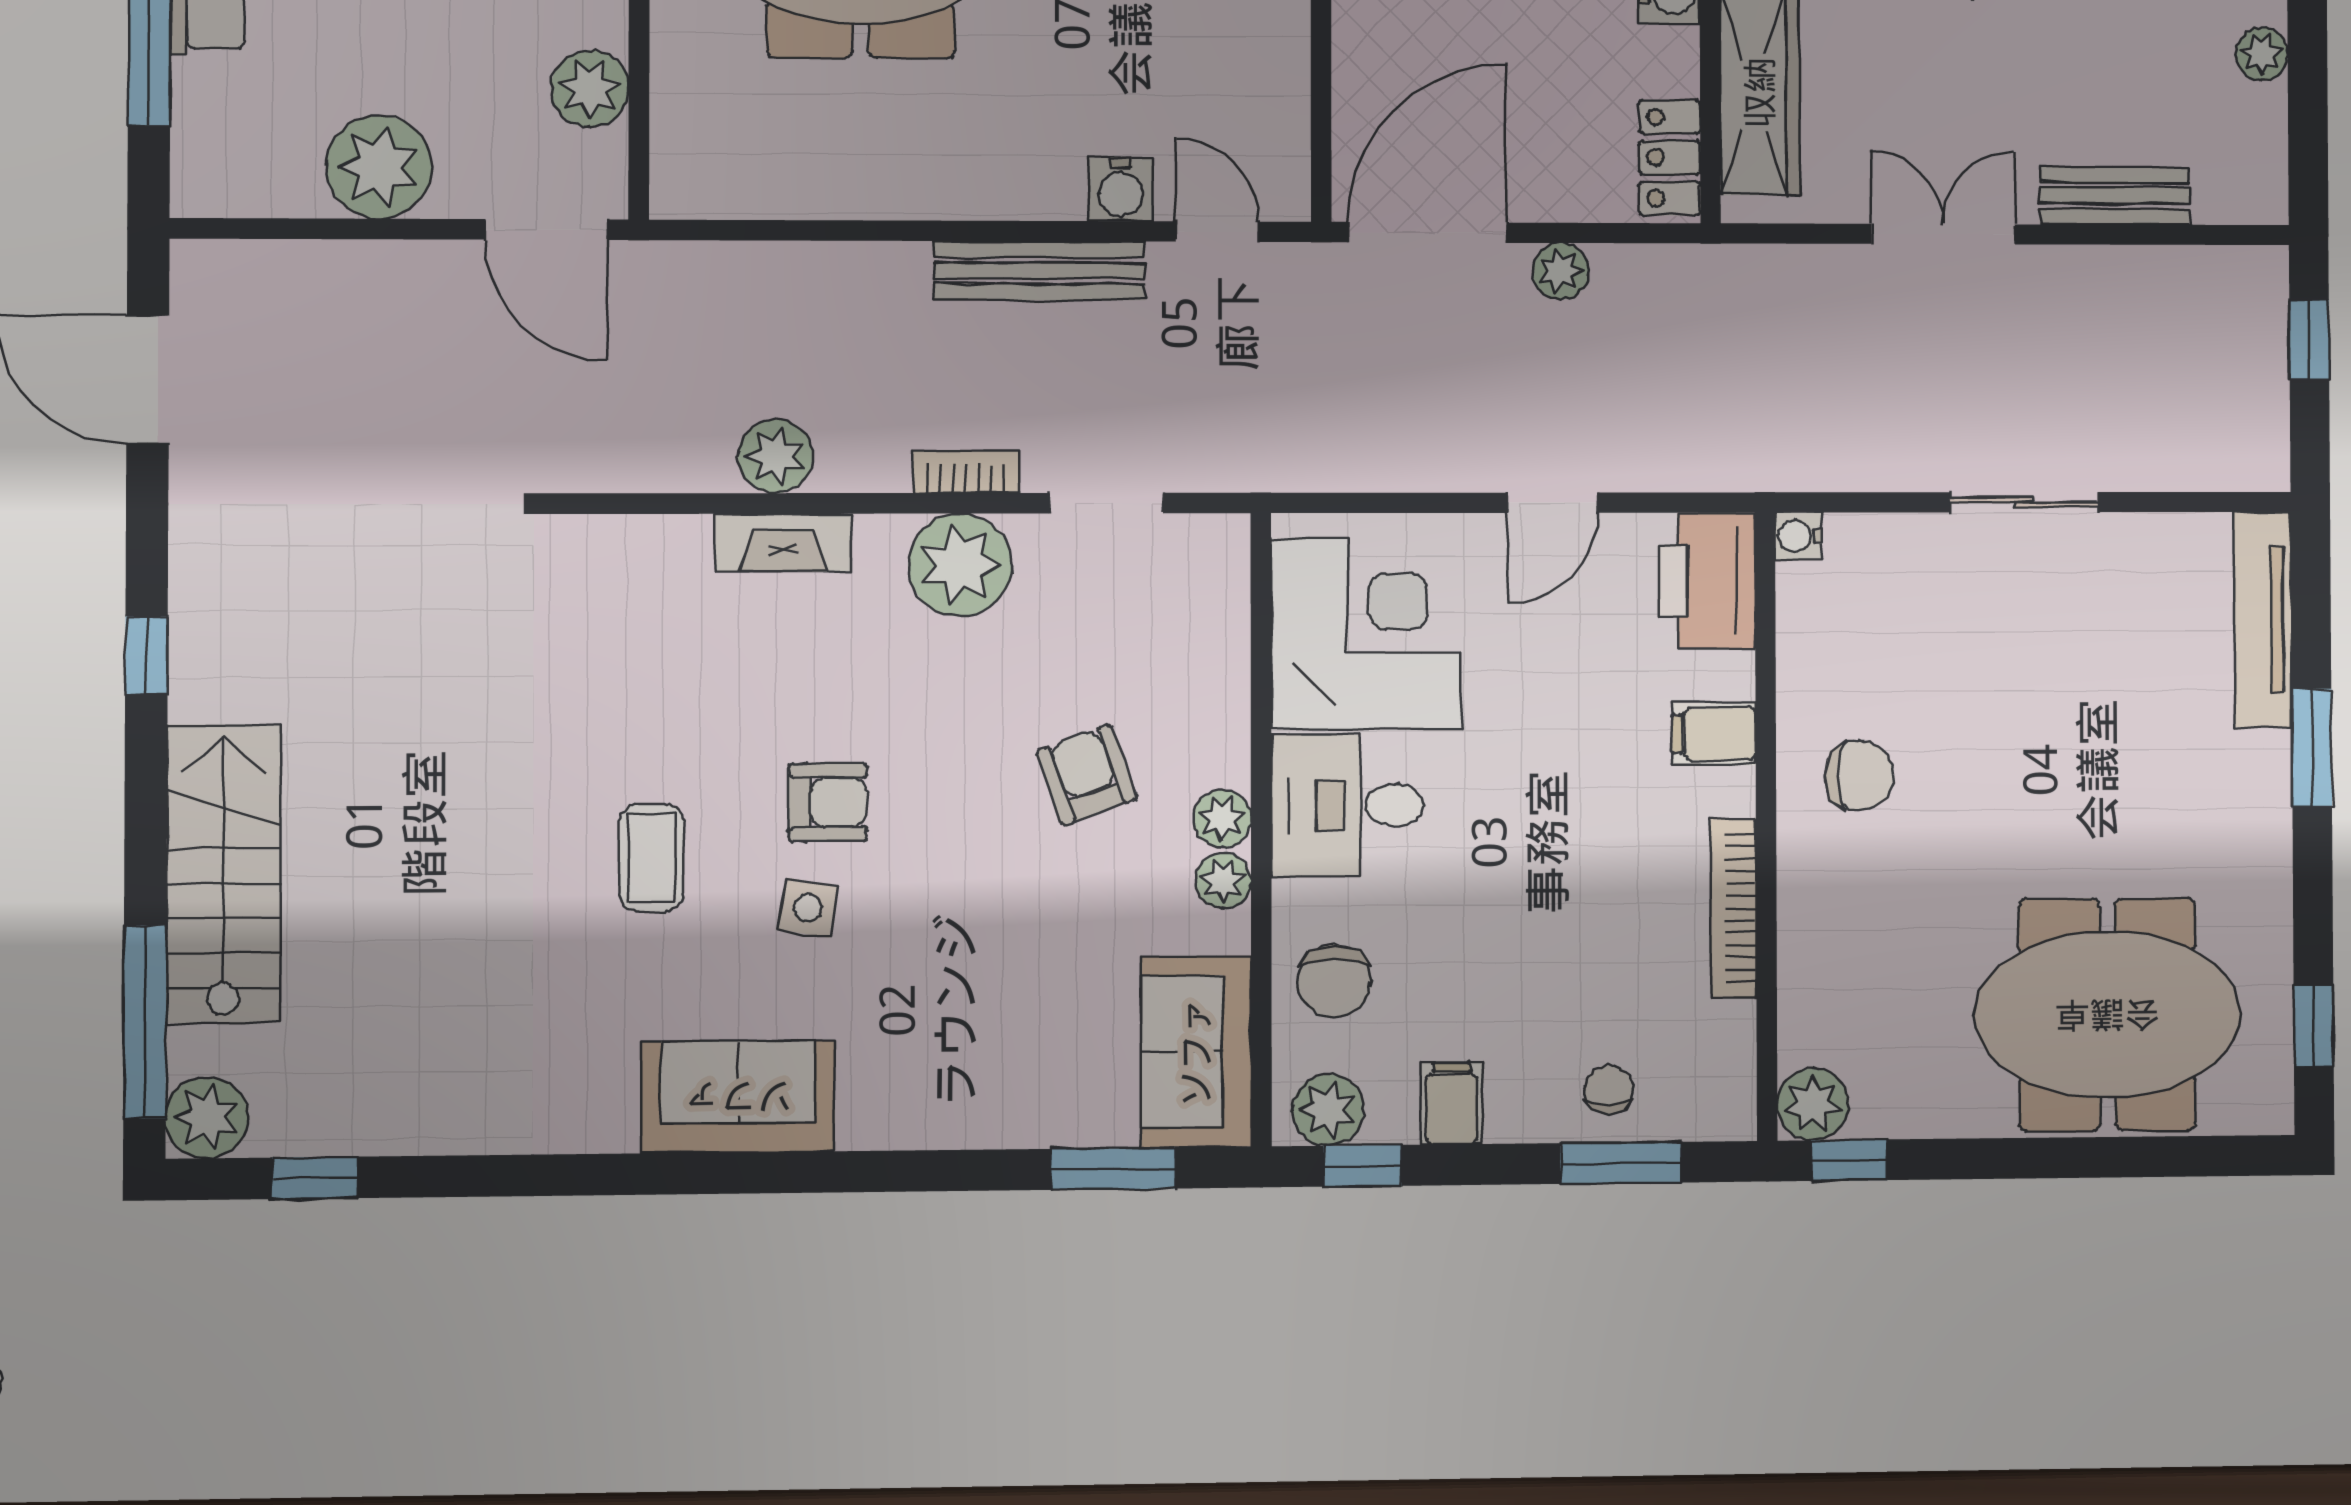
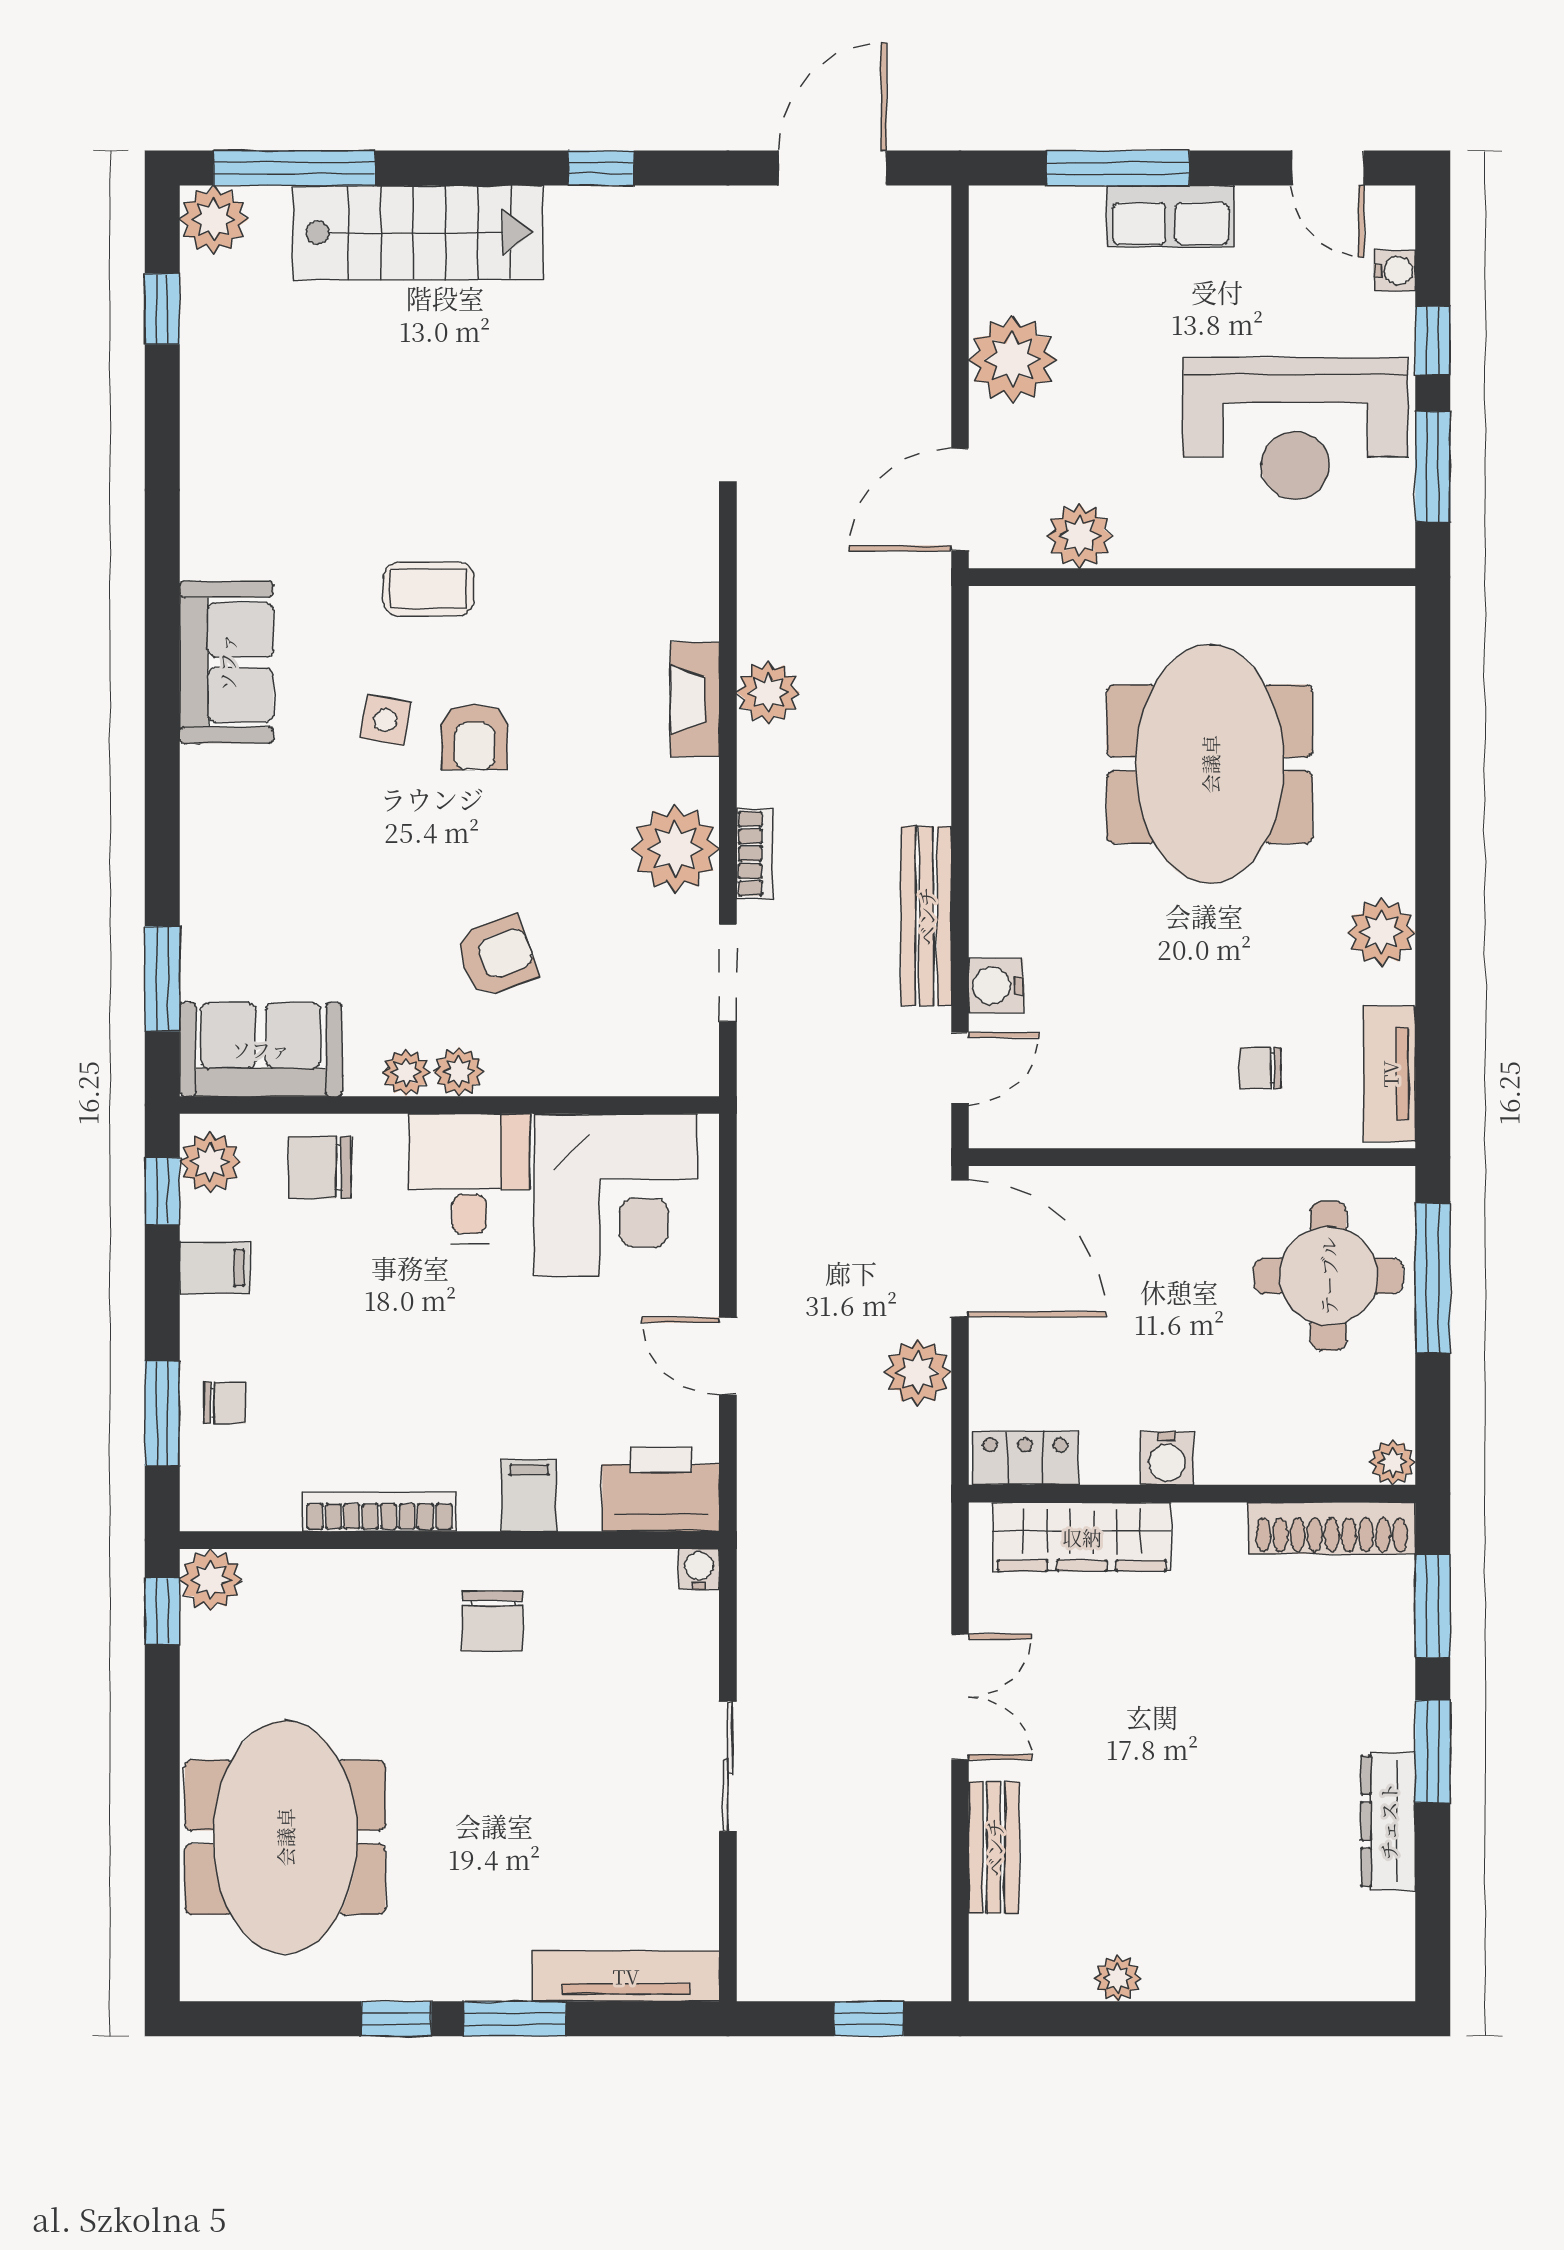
plant: (1560, 271) -> (918, 1372), width x1.38, depth x1.38
window: (2314, 1026) -> (396, 2019), moved

